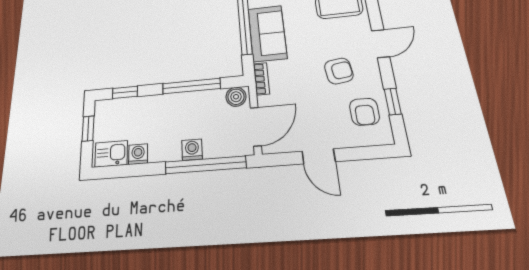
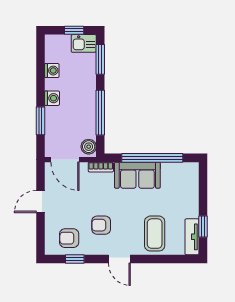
armchair: (339, 71) -> (101, 225), turned 98
window: (125, 92) -> (100, 59), width x1.50
washing machine: (192, 150) -> (52, 98), moved
kitchen sink: (111, 154) -> (84, 43), moved, turned 90
window: (205, 165) -> (41, 121), width x0.47

